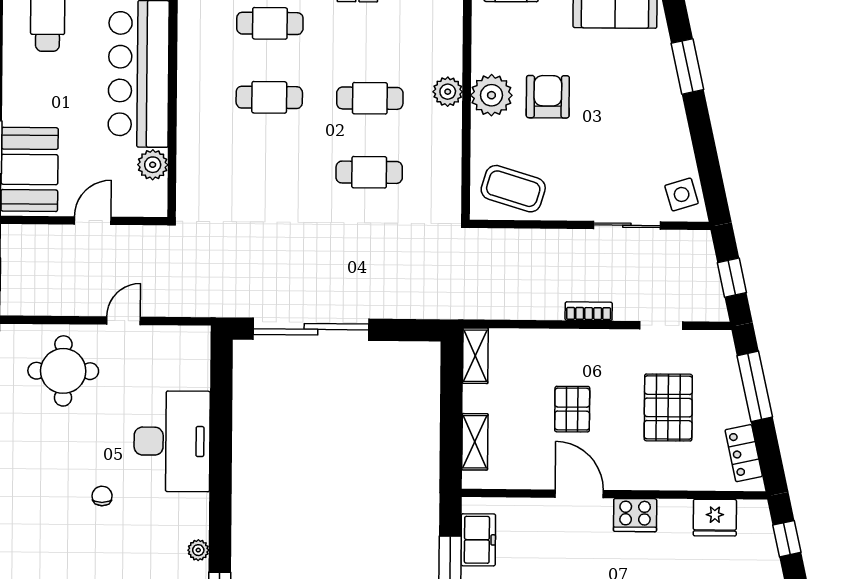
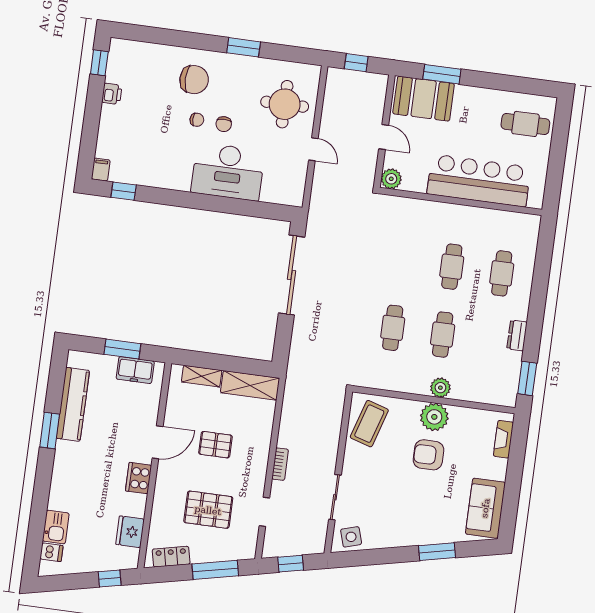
armchair: (548, 97) -> (428, 455), turned 180
plant: (153, 165) -> (391, 179), moved
shelving: (475, 356) -> (250, 385), width x1.50, depth x1.33
chair: (103, 456) -> (224, 124), added
chair: (44, 507) -> (194, 80), added
plant: (198, 550) -> (152, 180), removed

